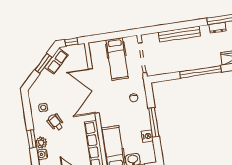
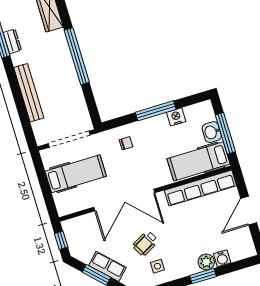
row of seats: (56, 61) -> (107, 266), moved
wheelchair: (56, 123) -> (145, 243), moved

